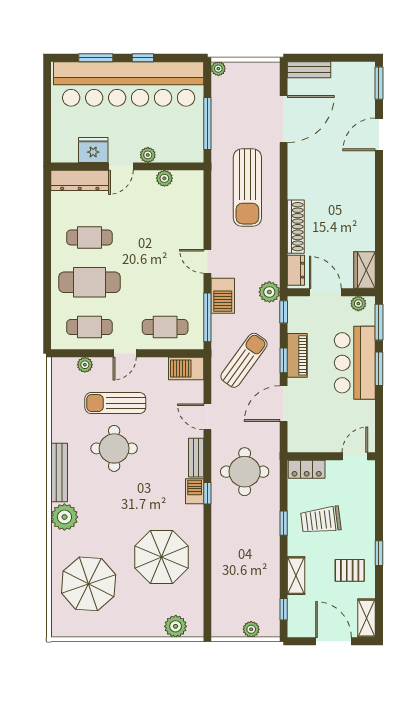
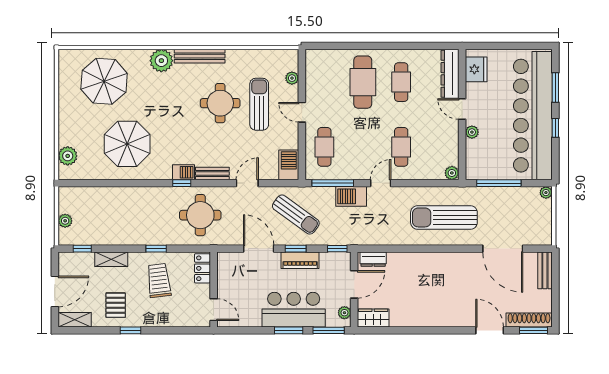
fridge: (93, 150) -> (476, 69), moved
plant: (164, 178) -> (452, 173), moved
shoe rack: (296, 227) -> (529, 320), moved, turned 180
plant: (269, 292) -> (354, 236), removed
cafe table: (89, 327) -> (401, 147), moved

